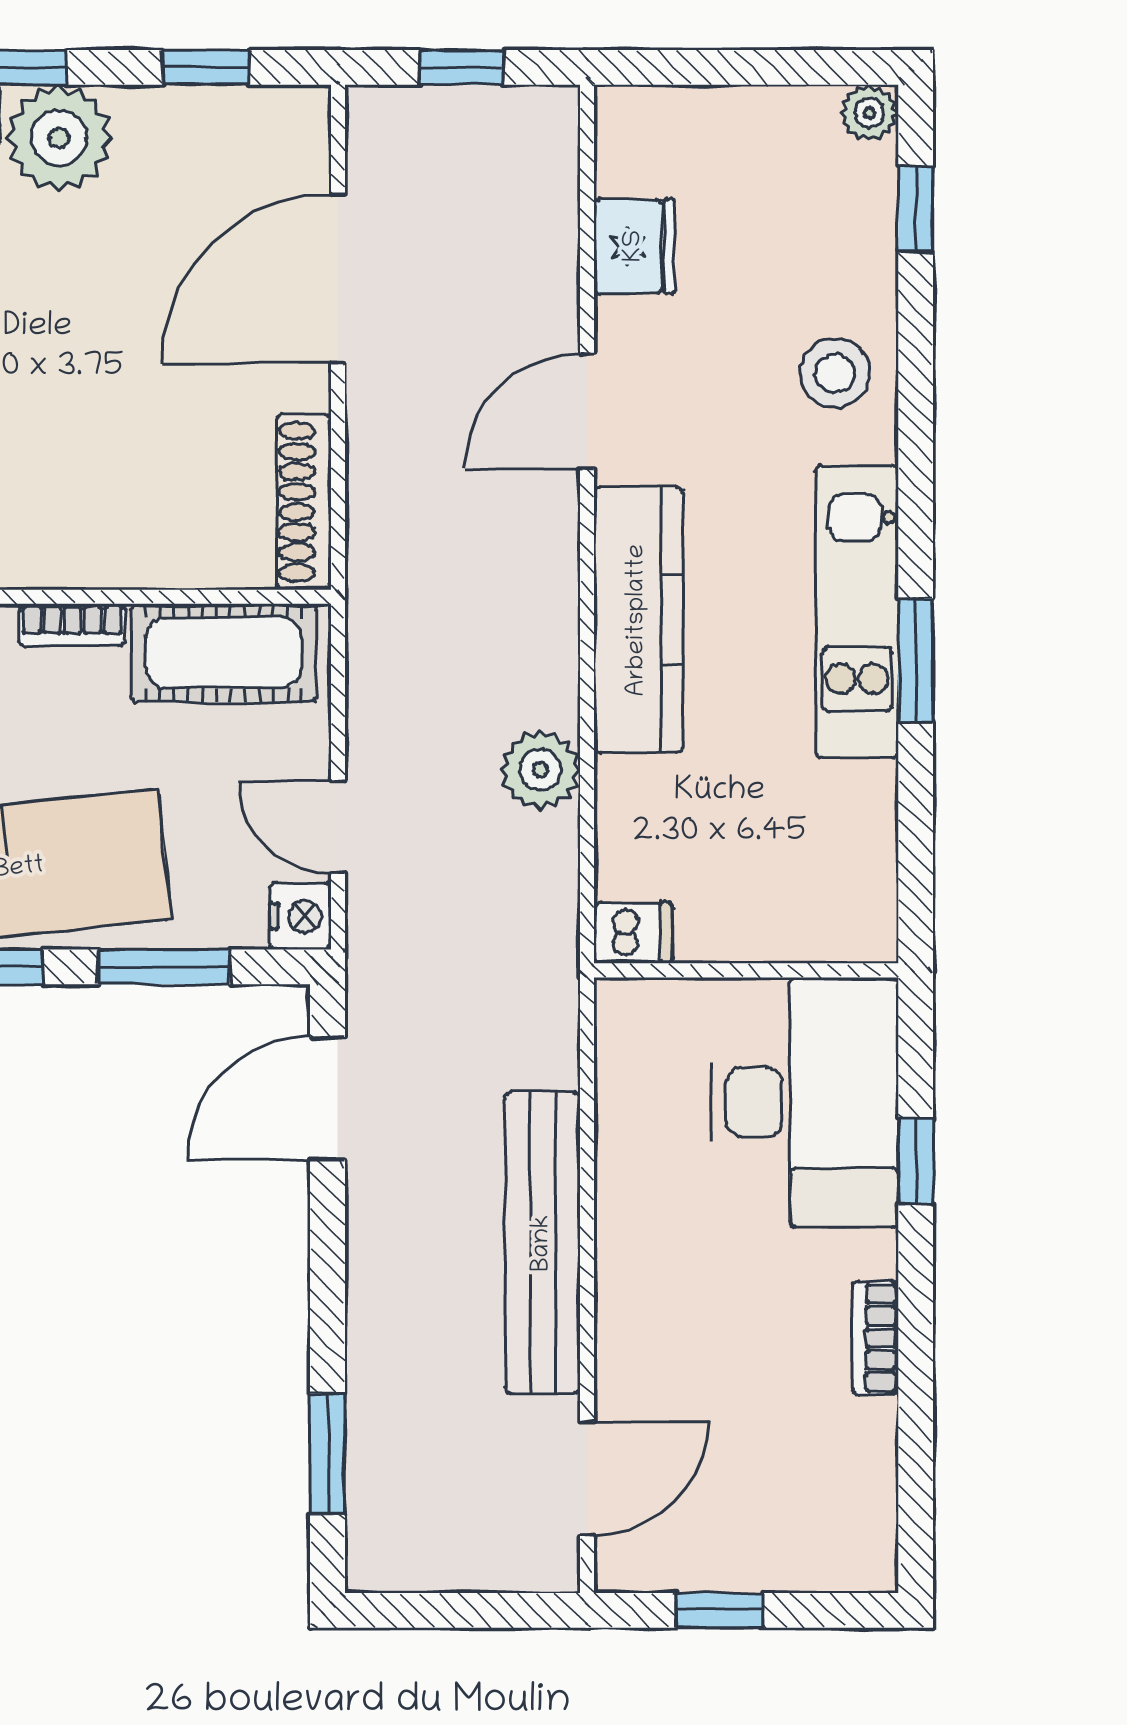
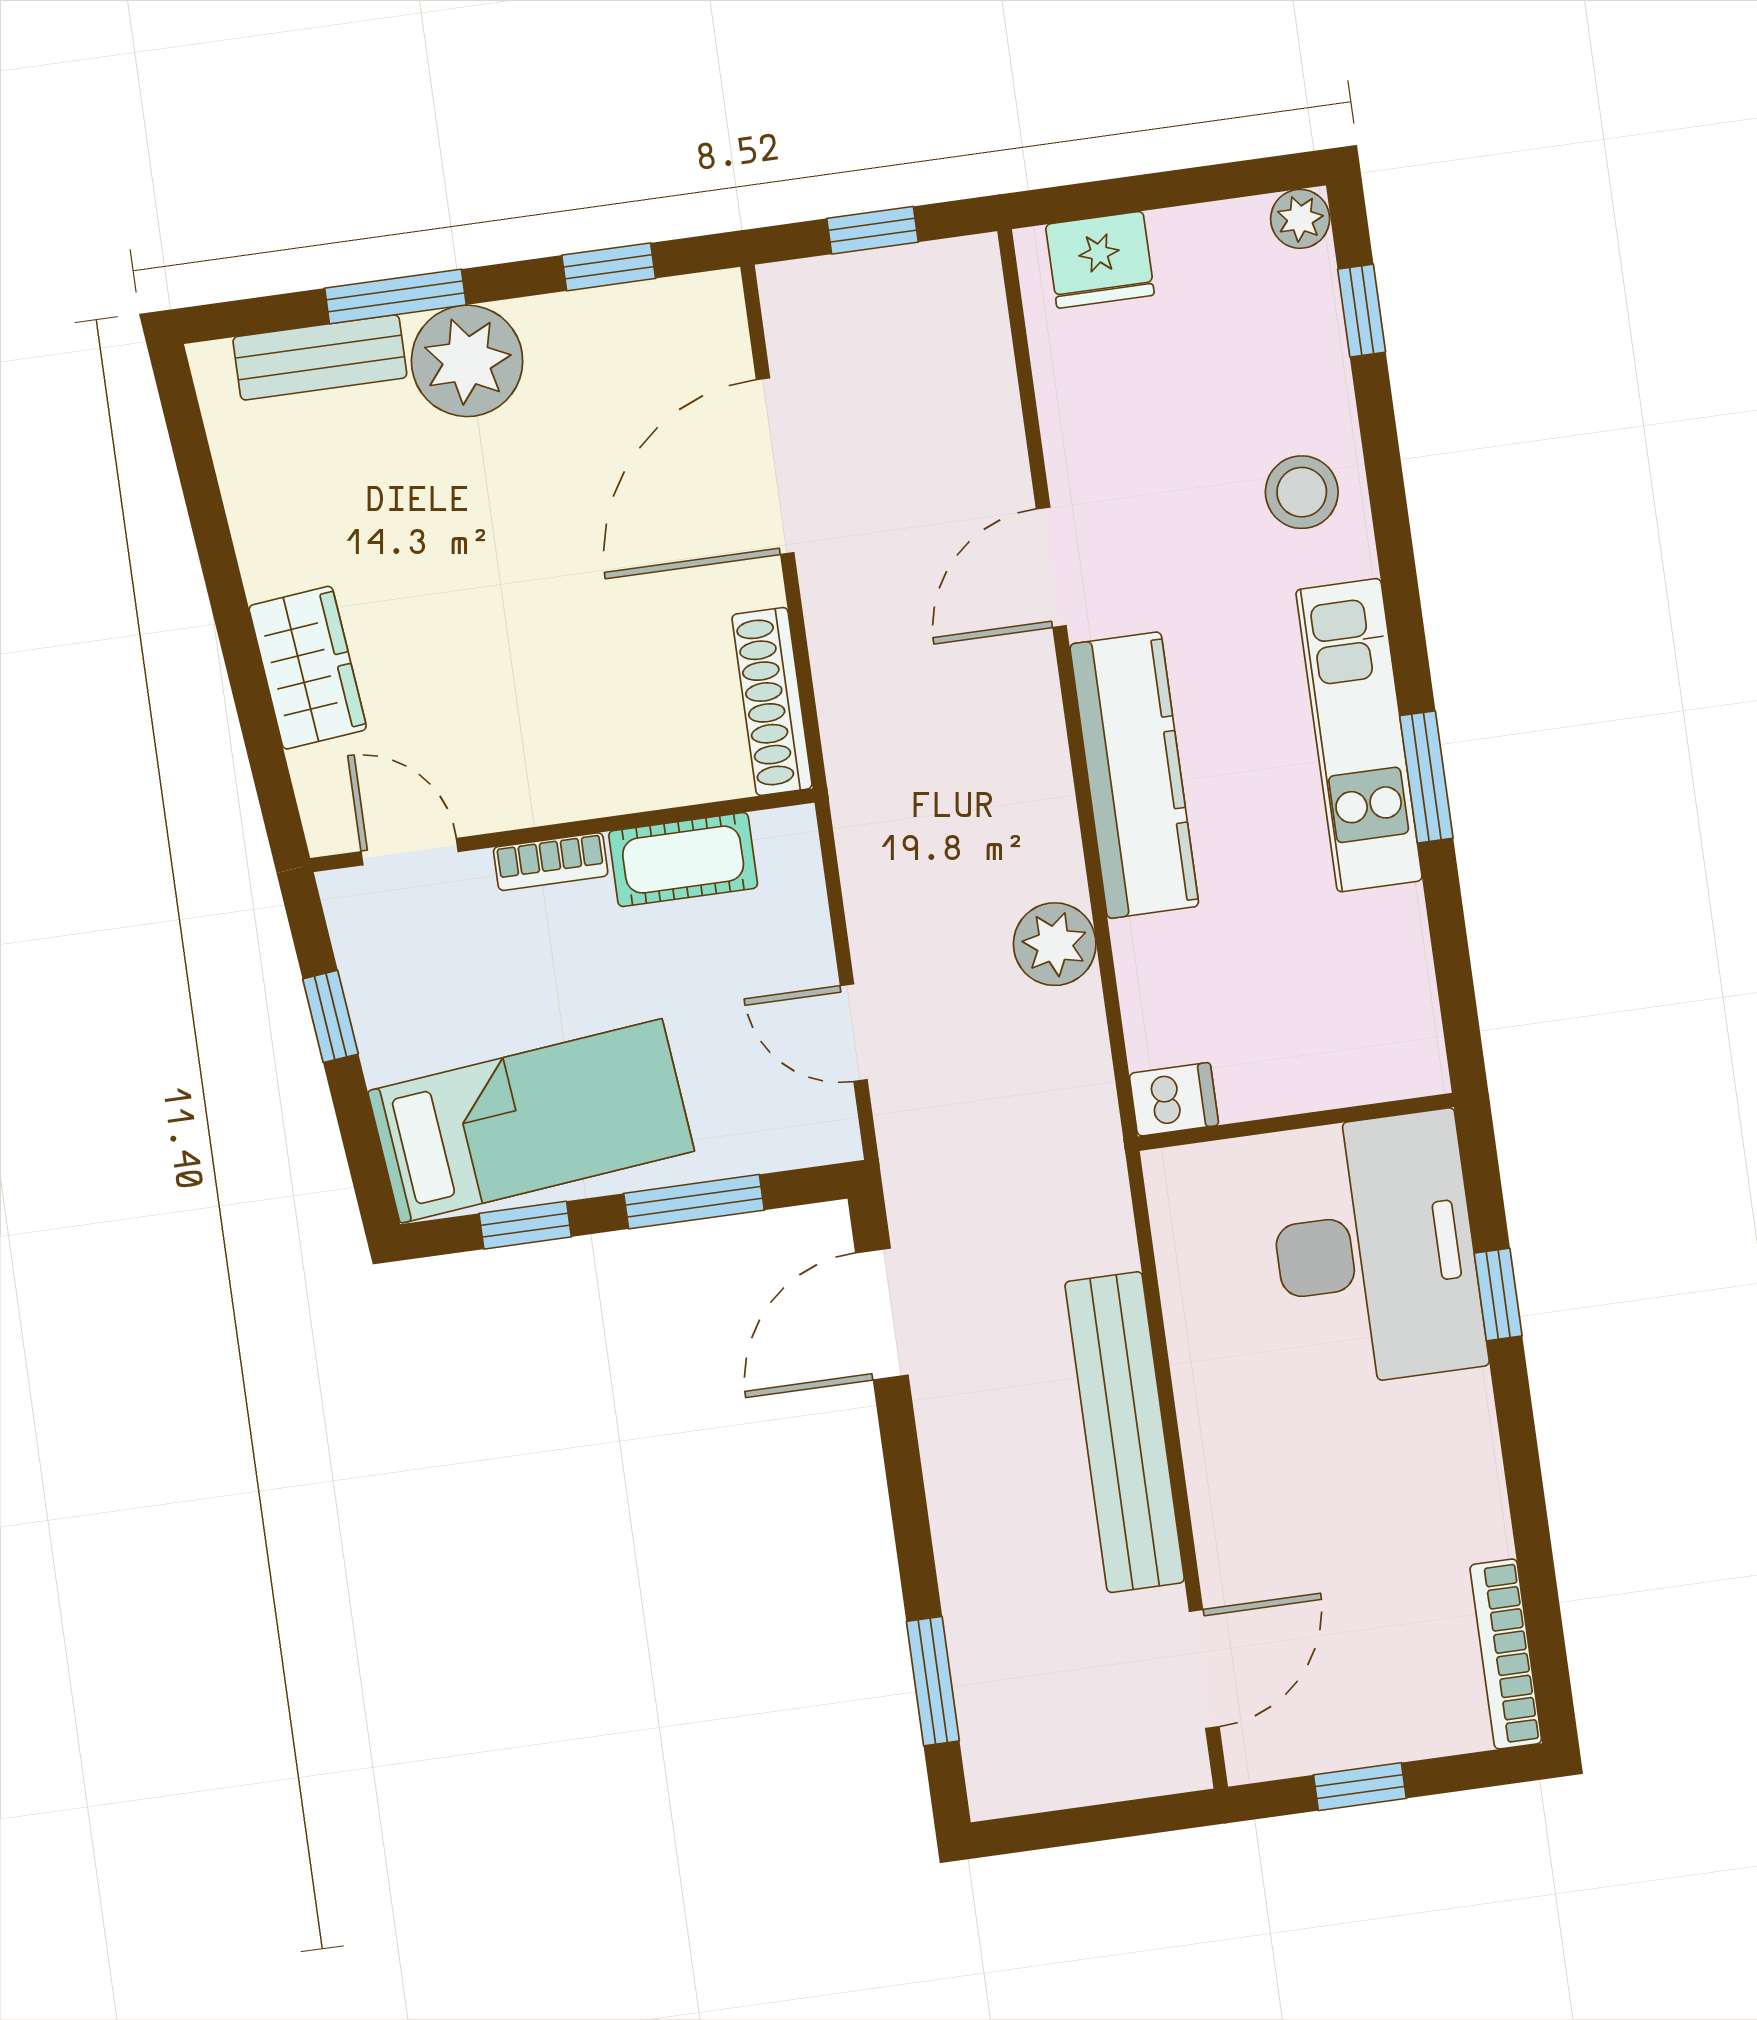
fridge: (635, 246) -> (1100, 260), moved, turned 90
cot: (224, 653) -> (683, 860), width x0.73, depth x0.75
nightstand: (300, 916) -> (828, 1130), removed
bookcase: (875, 1338) -> (1506, 1654), moved, width x1.56

